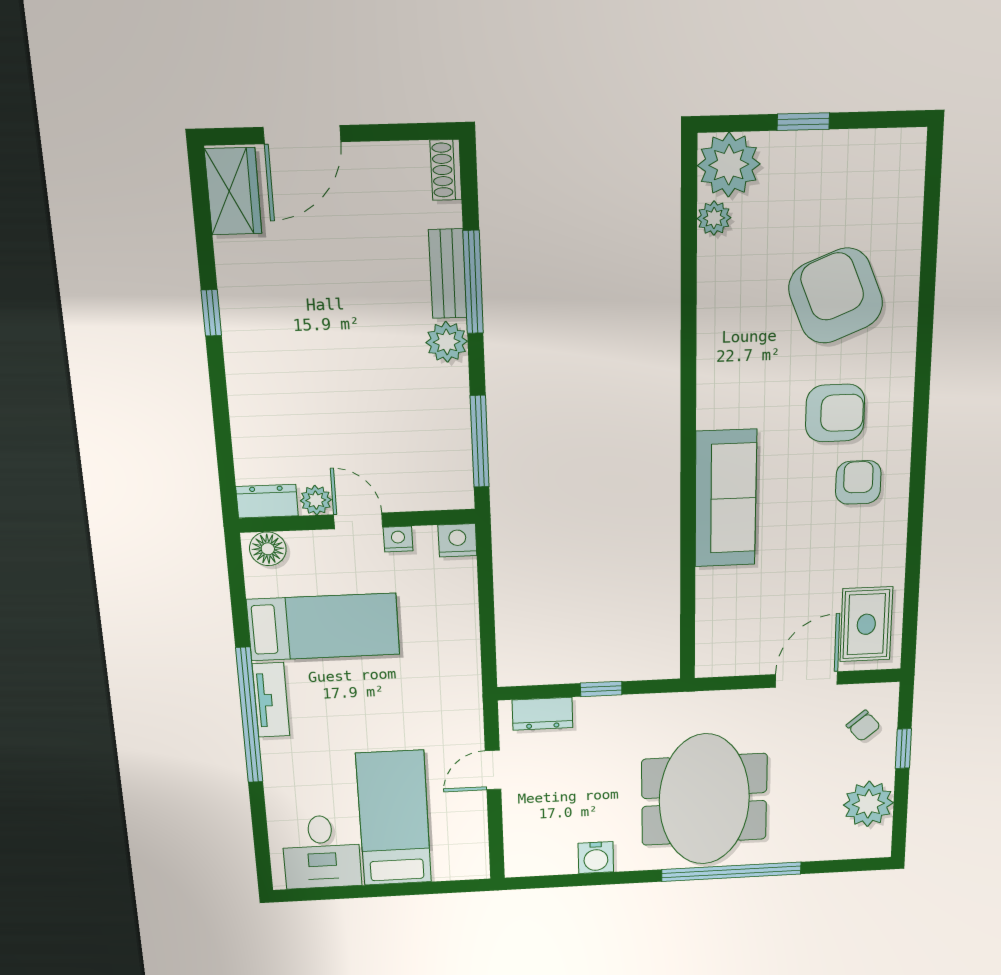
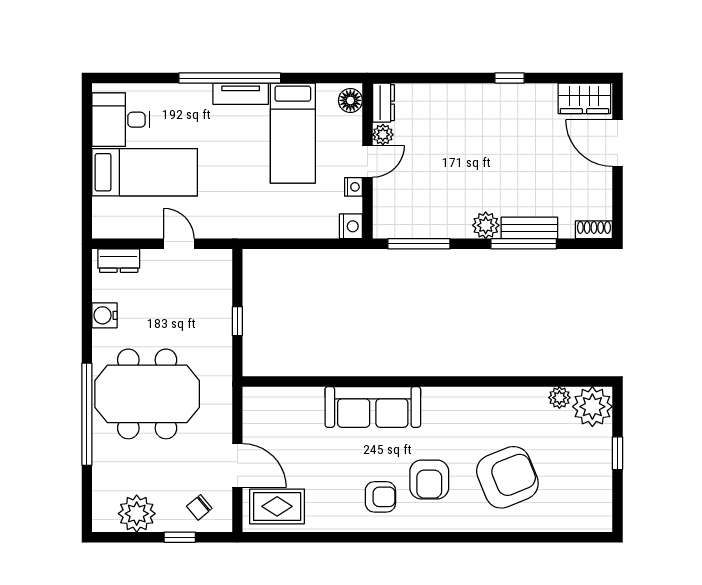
dresser: (542, 714) -> (119, 261), moved, turned -90

